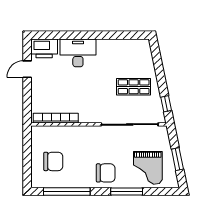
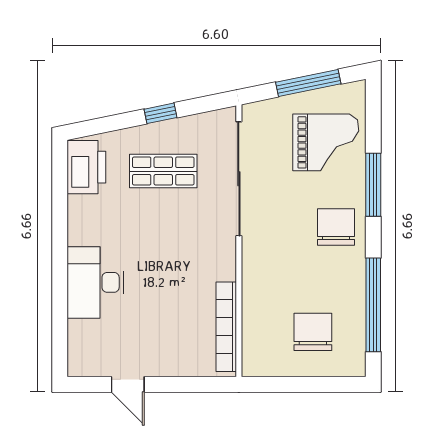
printer: (44, 48) -> (86, 167), moved
shop shelf: (134, 87) -> (163, 171), turned 90
window: (166, 104) -> (161, 113), moved
window: (177, 159) -> (308, 83), width x1.44

